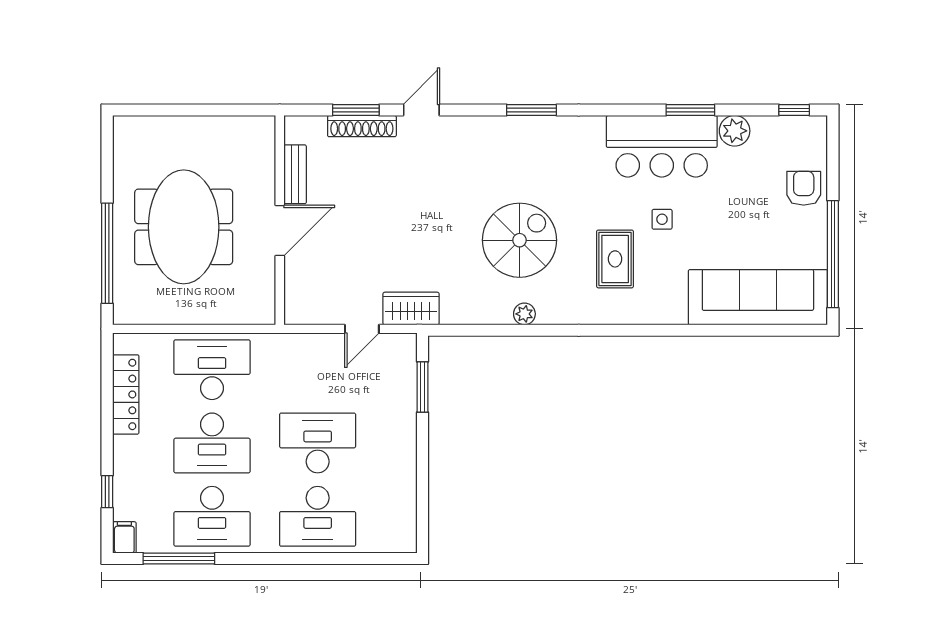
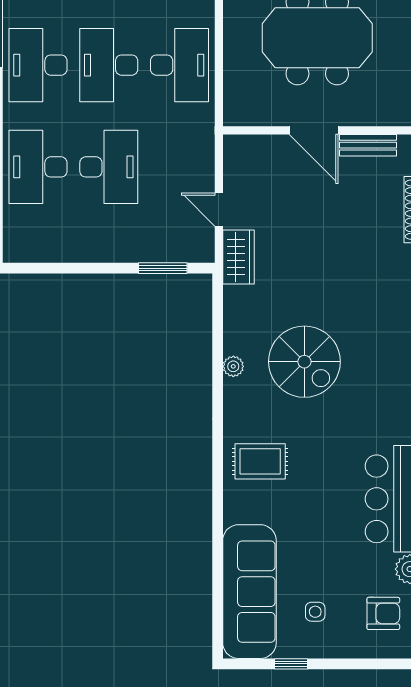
armchair: (804, 188) -> (383, 613), moved
side table: (662, 219) -> (315, 612), moved
window: (833, 254) -> (291, 664), width x0.32
rug: (615, 259) -> (260, 461), moved

